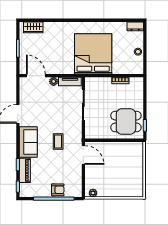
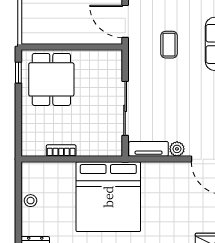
dining table: (126, 122) -> (51, 79), turned 90

